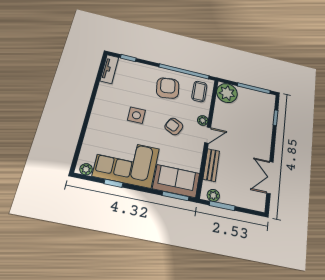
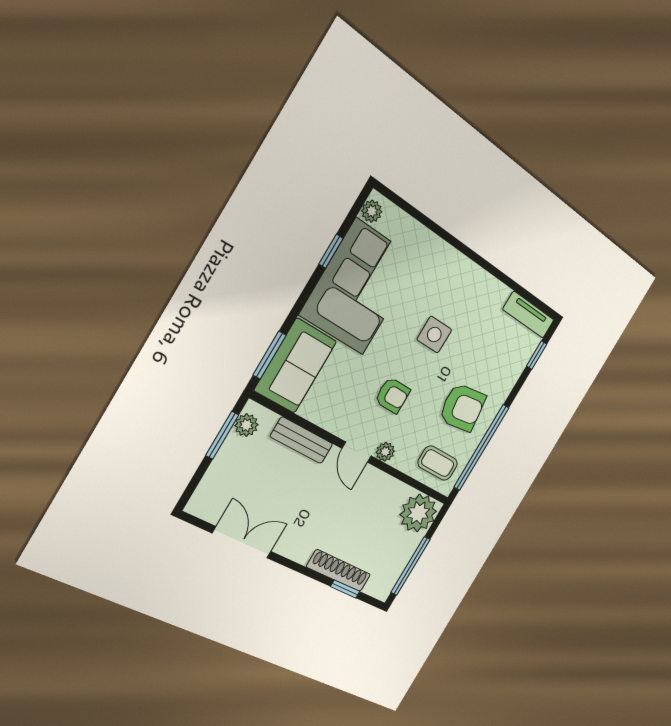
shoe rack: (268, 124) -> (339, 571), added
armchair: (174, 126) -> (392, 395), turned 64

